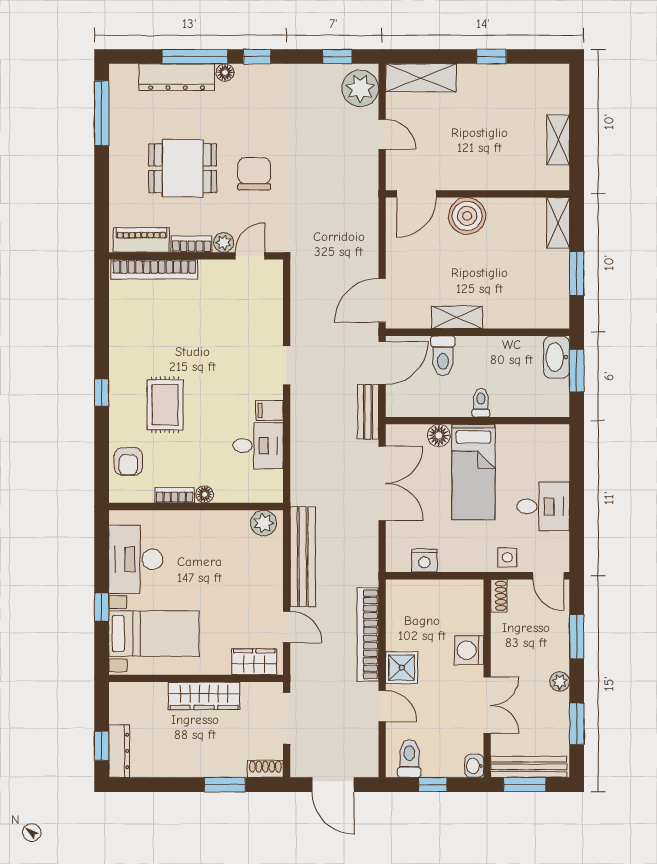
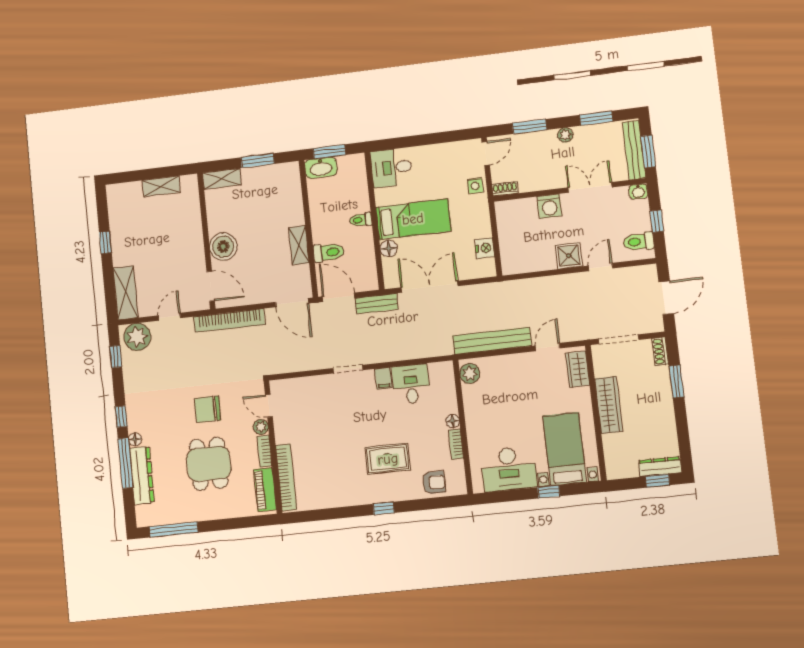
desk: (543, 506) -> (391, 168), moved, turned -90
bookcase: (368, 634) -> (229, 321), moved

